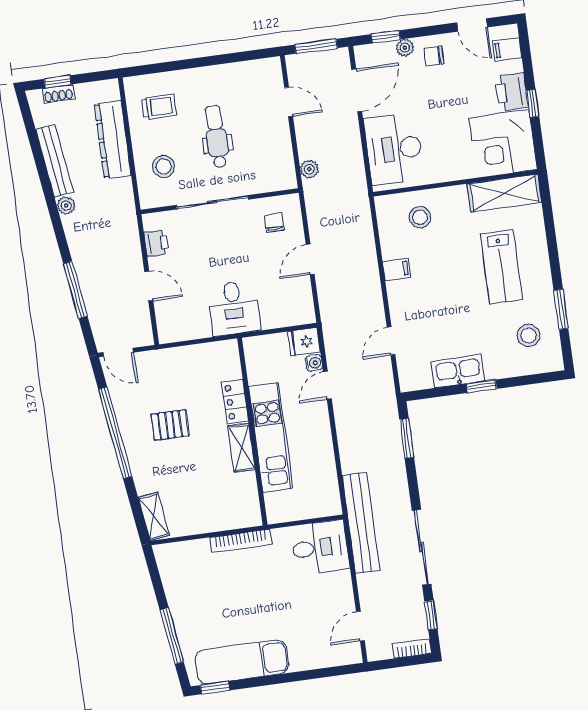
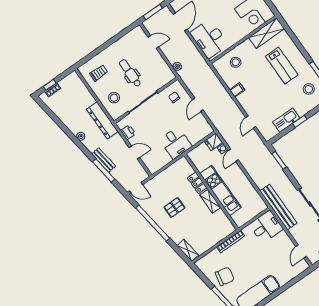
dresser: (113, 139) -> (102, 120), moved
bench: (54, 161) -> (104, 160), moved, width x0.73
chair: (197, 599) -> (225, 276), added

